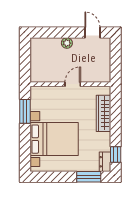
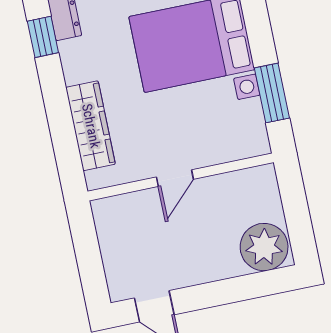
plant: (67, 43) -> (264, 247), moved, width x1.87, depth x1.87

